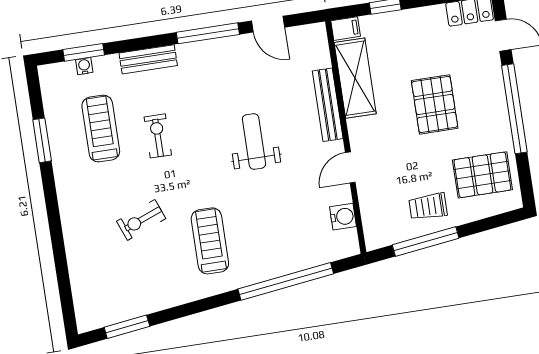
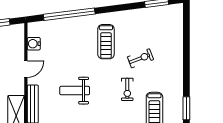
exercise bike: (158, 136) -> (127, 89), moved
weight bench: (254, 142) -> (75, 91), turned 90

